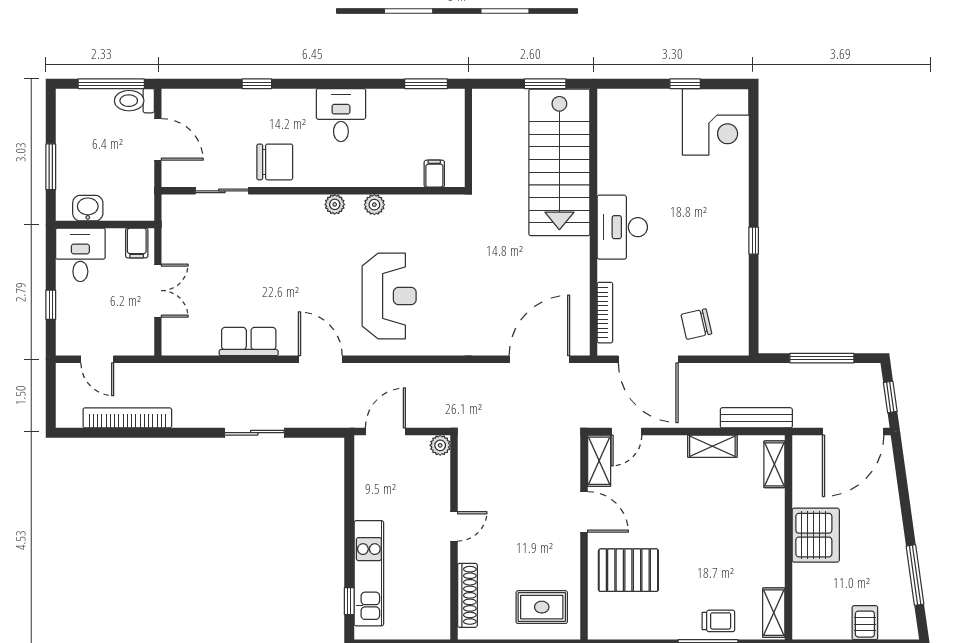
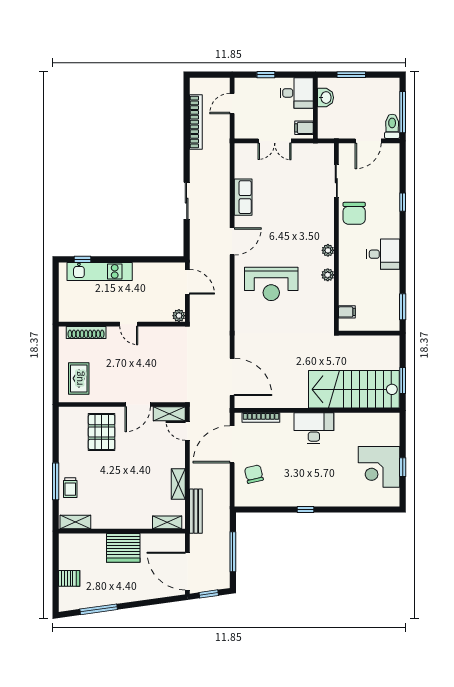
corner desk: (716, 122) -> (379, 467), moved

